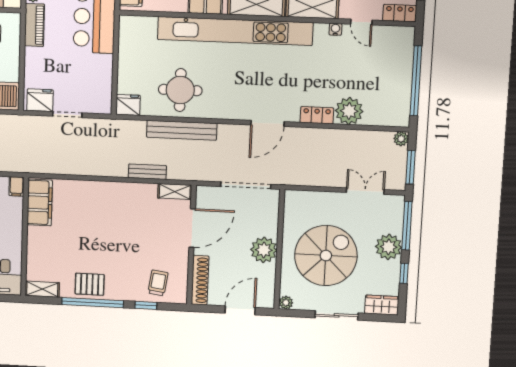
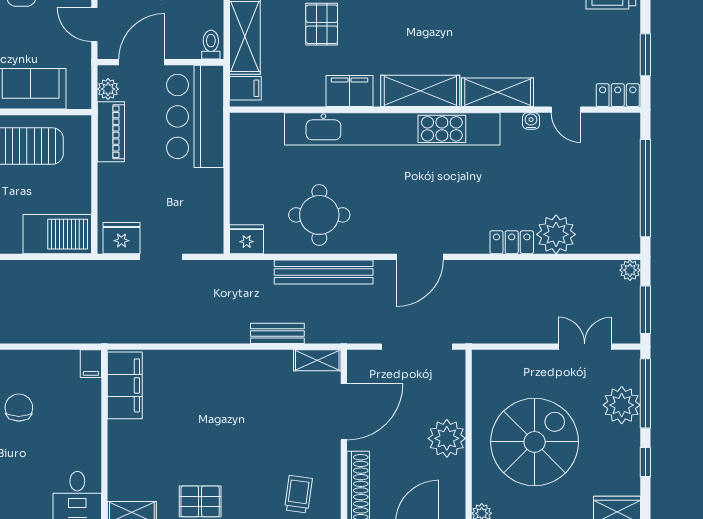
door: (267, 123) -> (420, 257), moved
plant: (389, 247) -> (622, 405), moved

